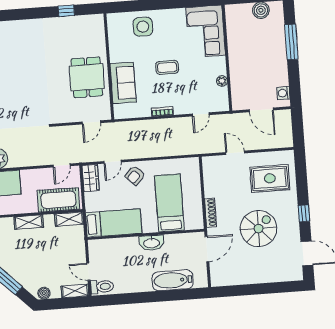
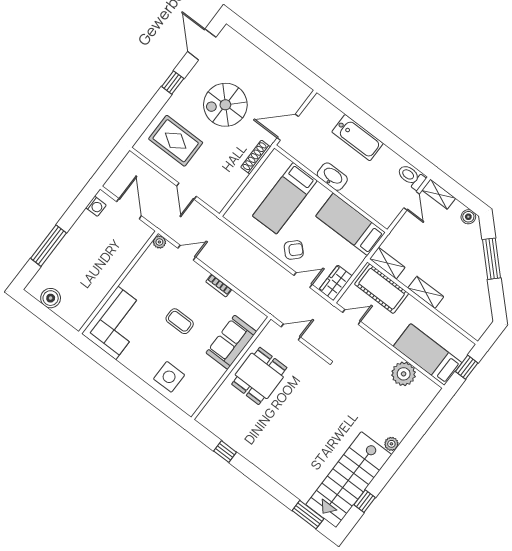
plant: (222, 81) -> (159, 242), moved
bathtub: (173, 280) -> (358, 138), moved

